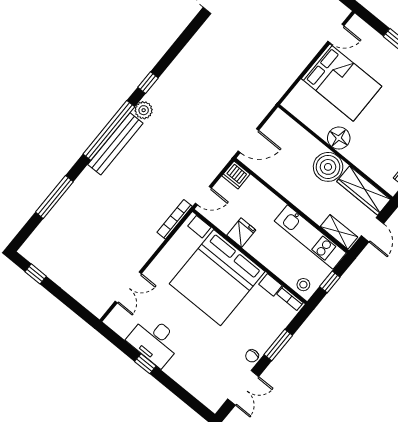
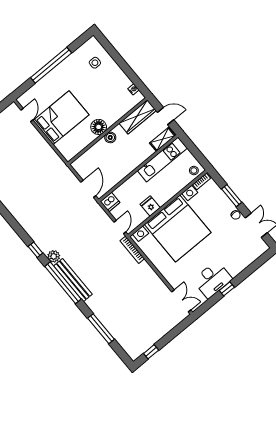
boiler: (328, 167) -> (110, 137), width x0.54, depth x0.54
window: (330, 282) -> (196, 152), removed
double door: (128, 287) -> (181, 301), moved

